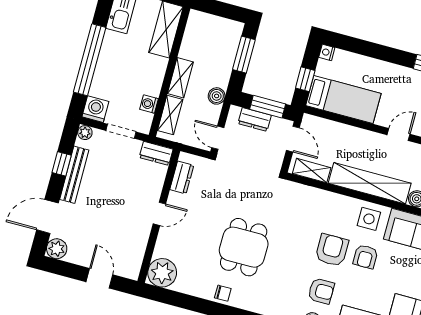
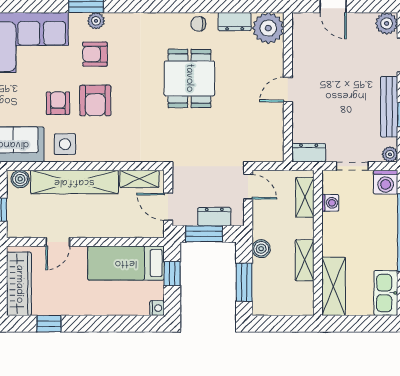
shelving: (180, 78) -> (305, 260), moved
boiler: (217, 96) -> (261, 249), moved
dresser: (182, 177) -> (235, 22), moved, turned -90

